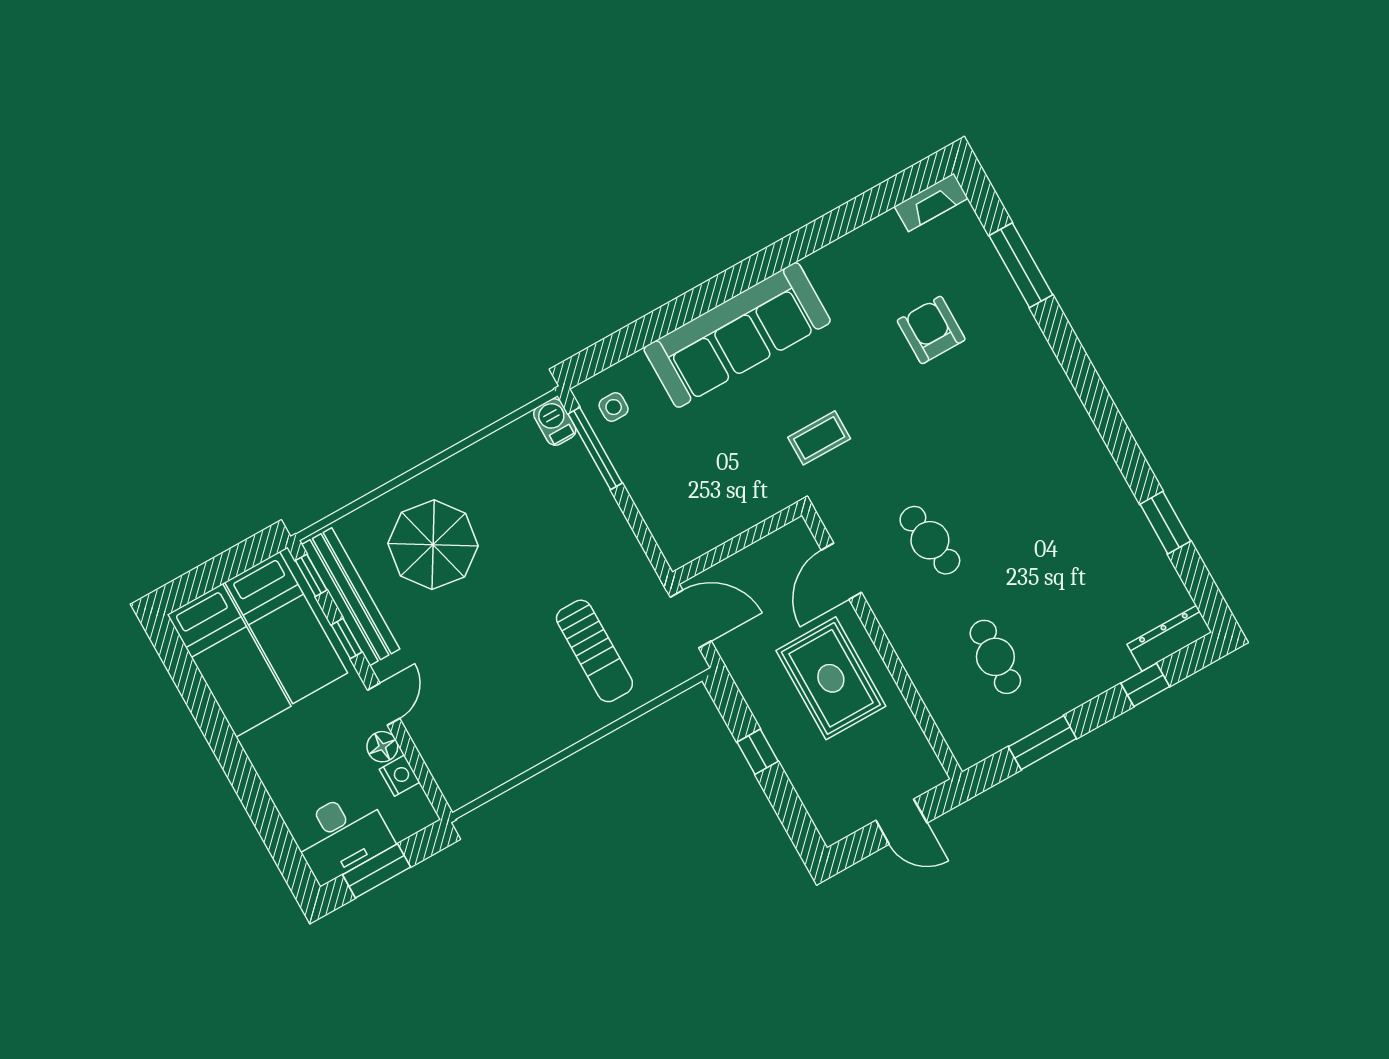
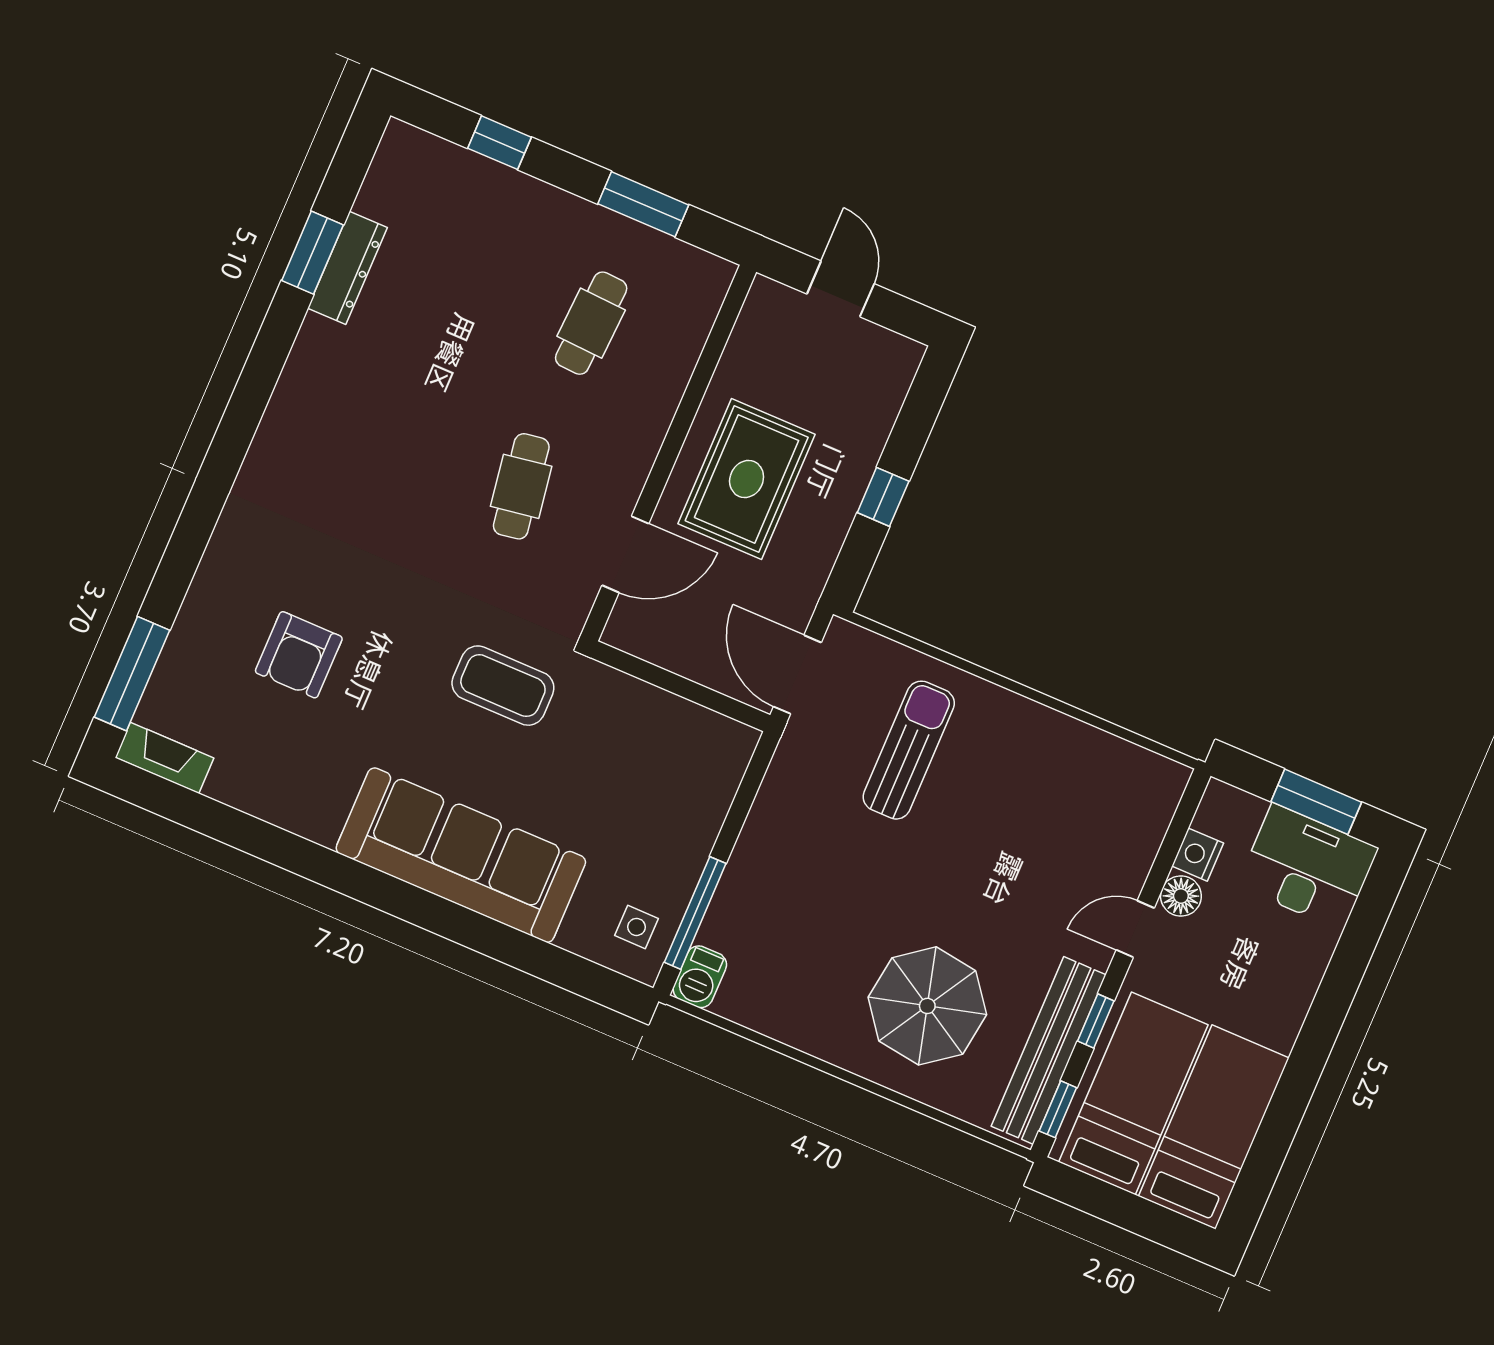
window: (1021, 265) -> (132, 674), moved
coffee table: (819, 438) -> (503, 686), width x1.36, depth x1.30
dresser: (1169, 638) -> (348, 268), moved, turned -90

